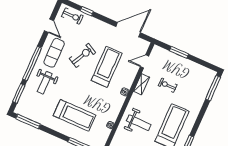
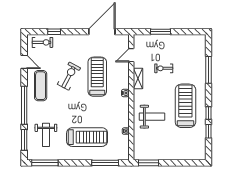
weight bench: (45, 83) -> (46, 135), moved
window: (213, 88) -> (209, 70), moved

